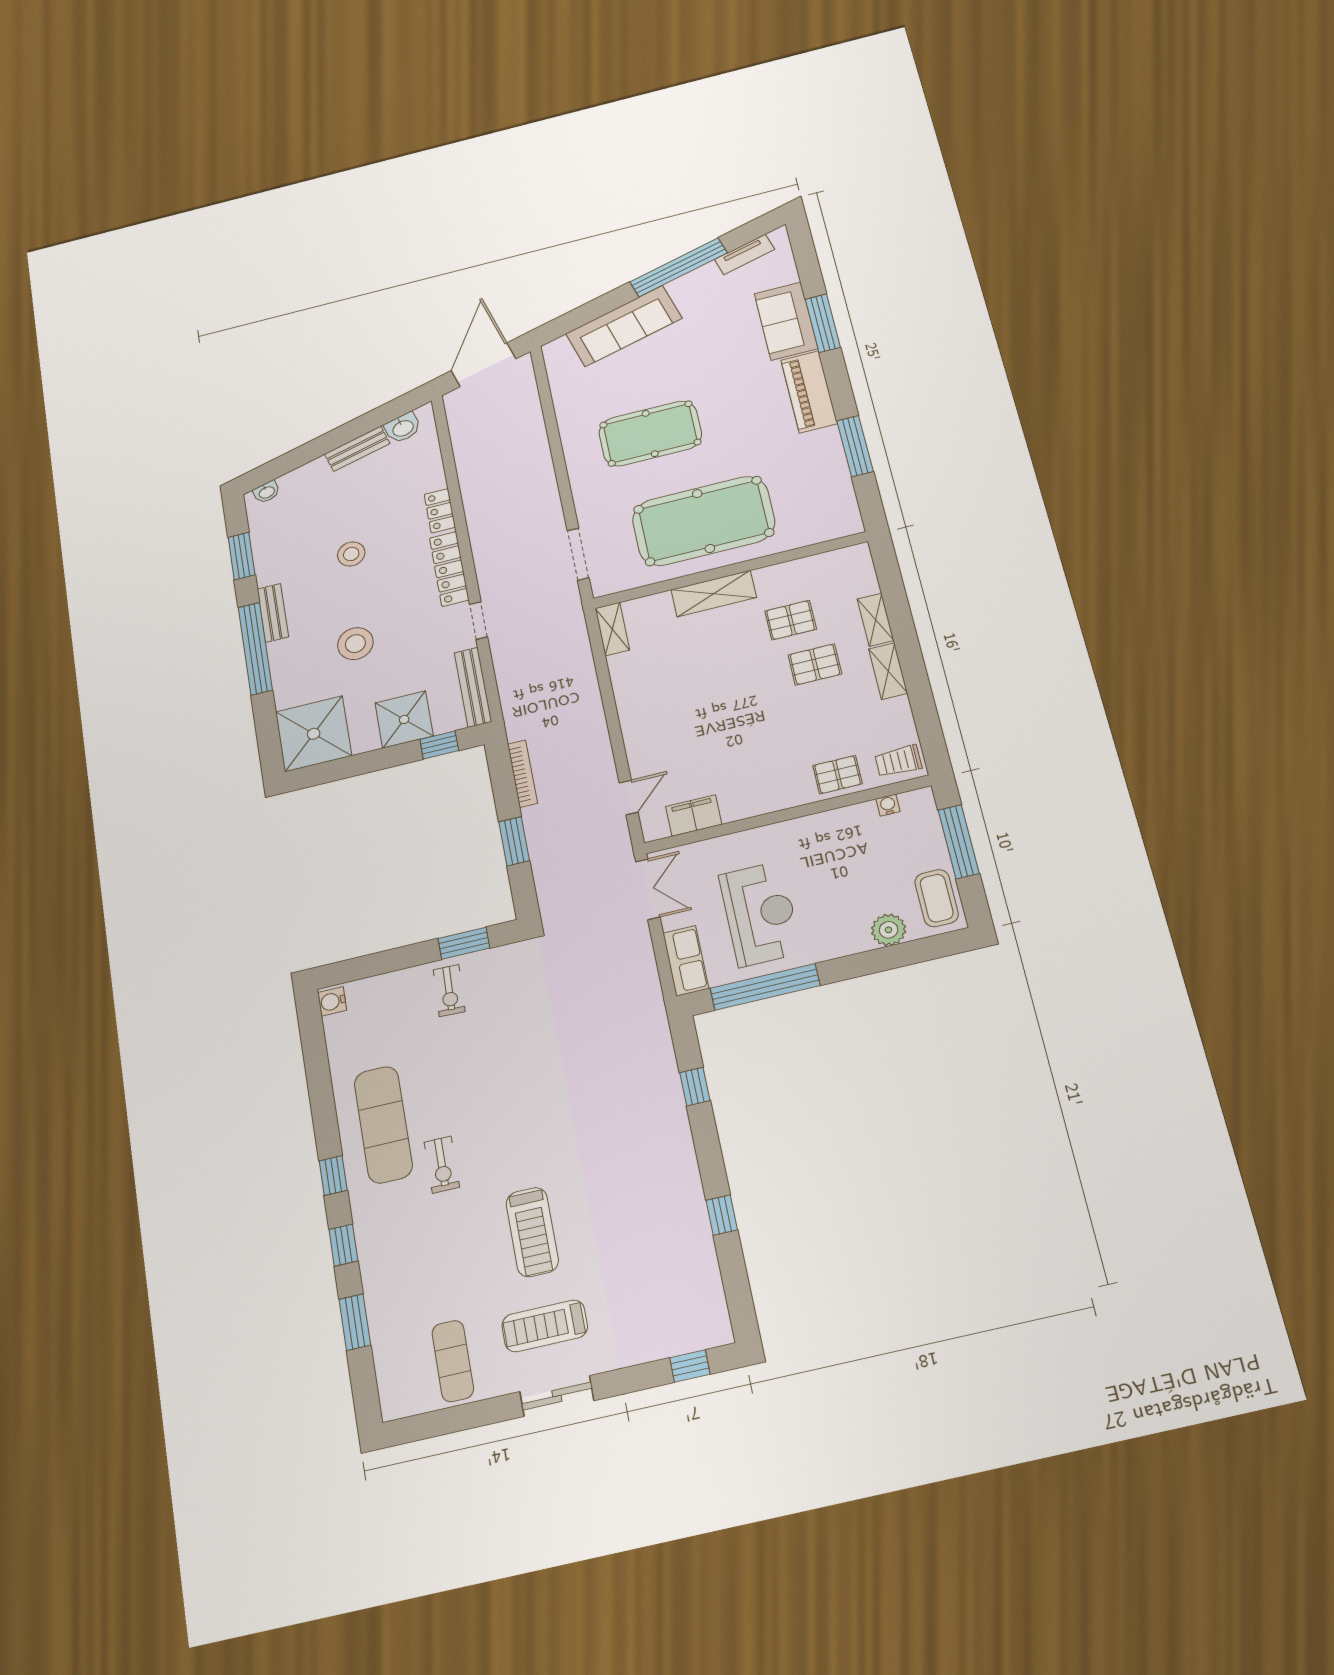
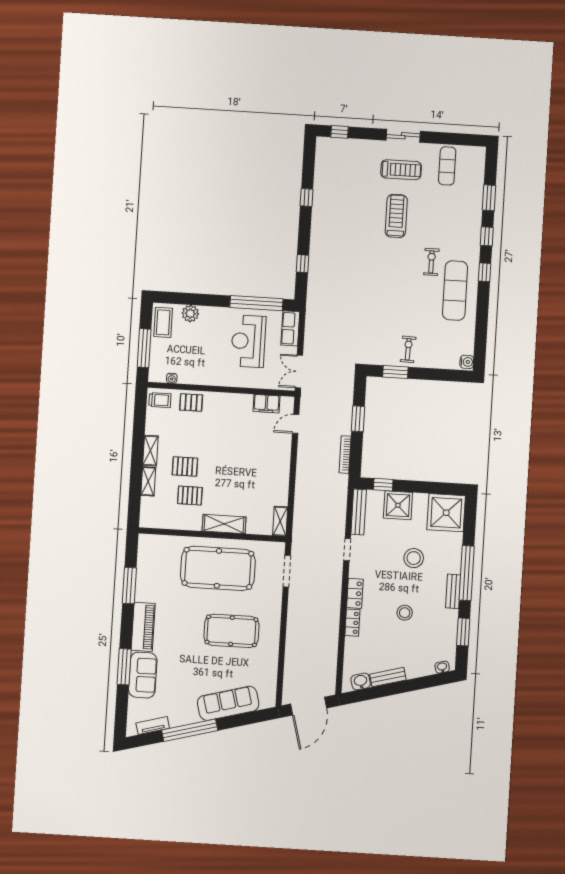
locker: (449, 569) -> (355, 593), width x0.66

